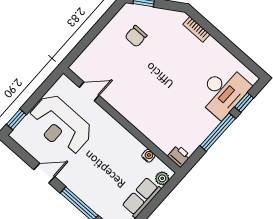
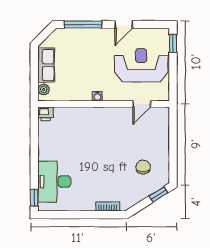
window: (244, 102) -> (34, 198), moved
window: (218, 132) -> (34, 152), removed
water cooler: (148, 156) -> (97, 96), moved

